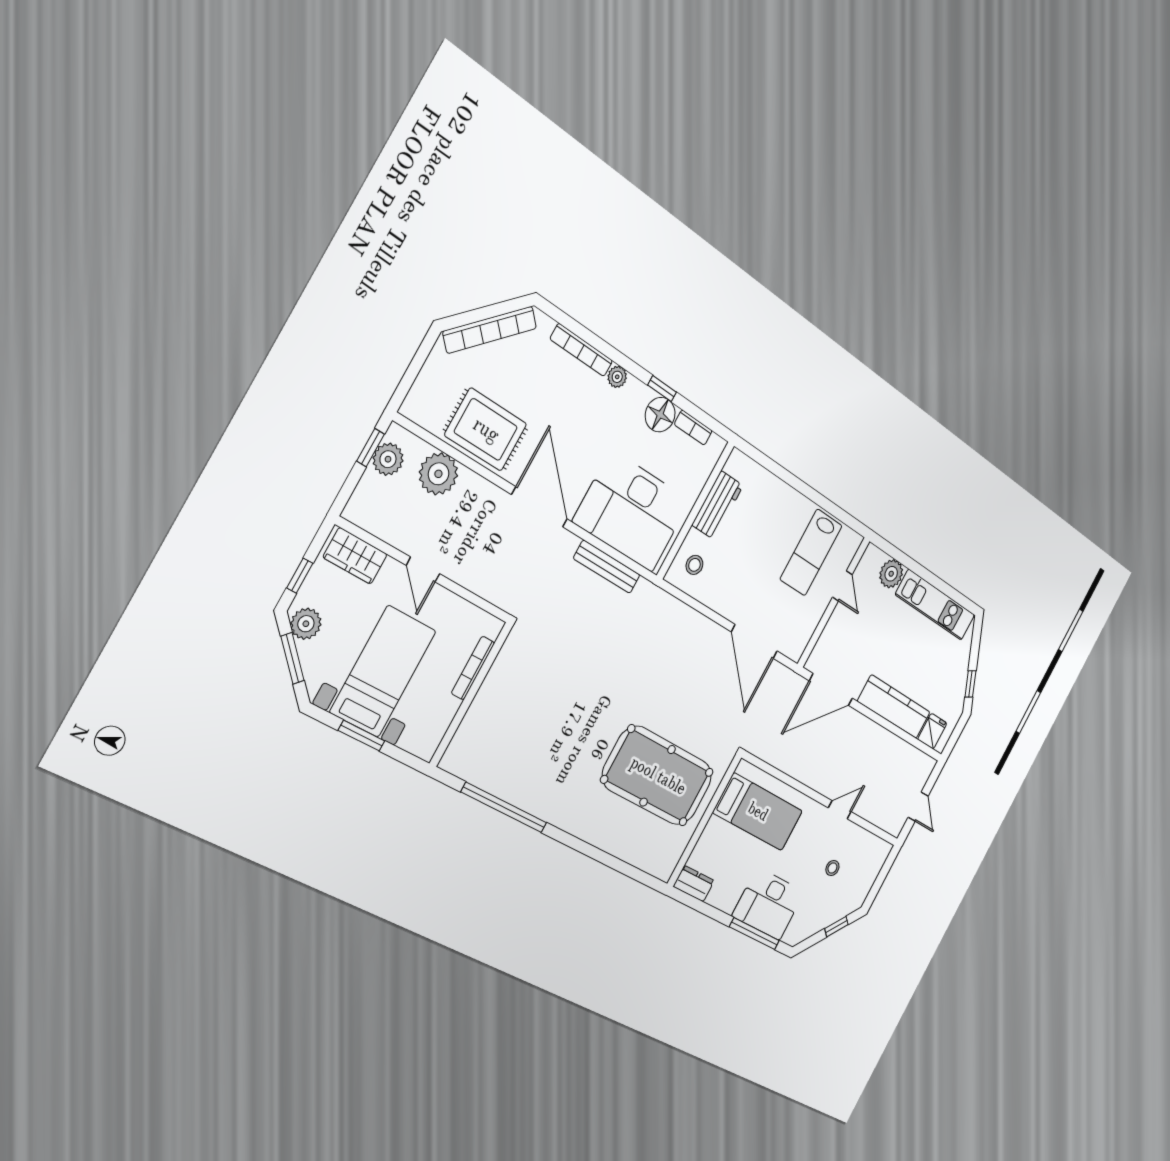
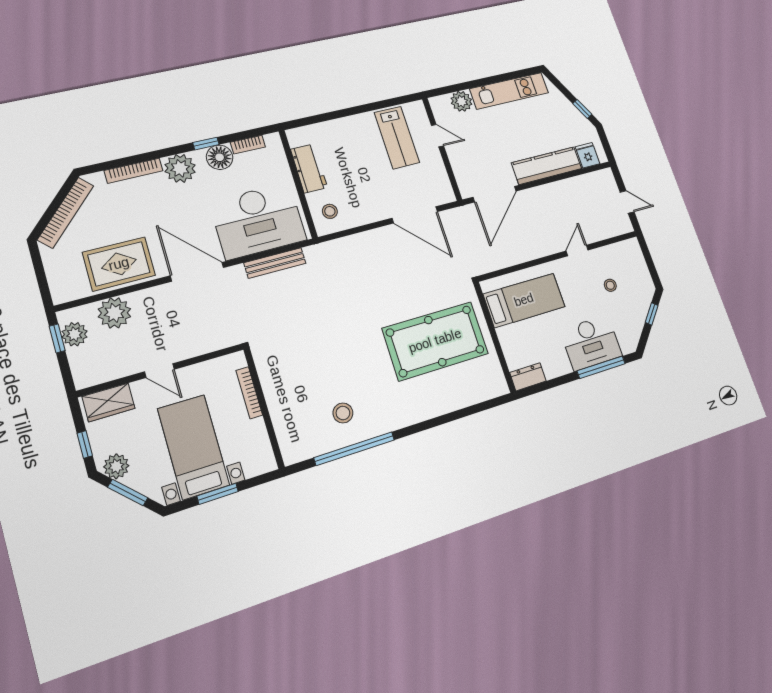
plant: (617, 377) -> (180, 168), width x1.88, depth x1.88
stool: (526, 765) -> (343, 413), added

